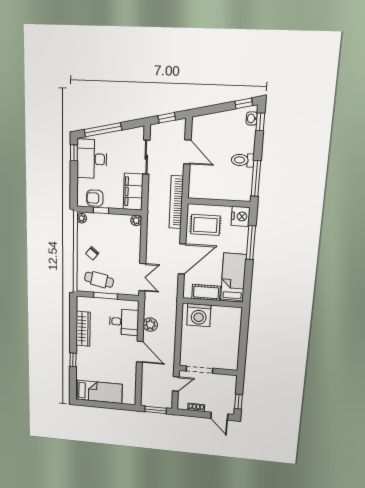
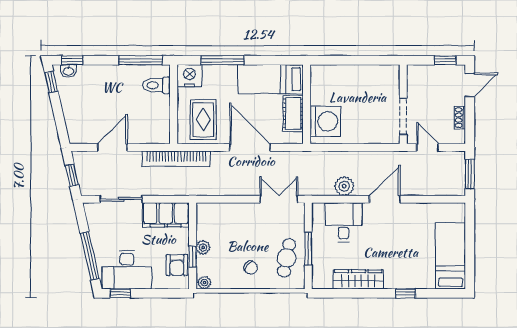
toilet: (243, 160) -> (156, 85), moved, turned 90
plant: (136, 220) -> (203, 247), moved

